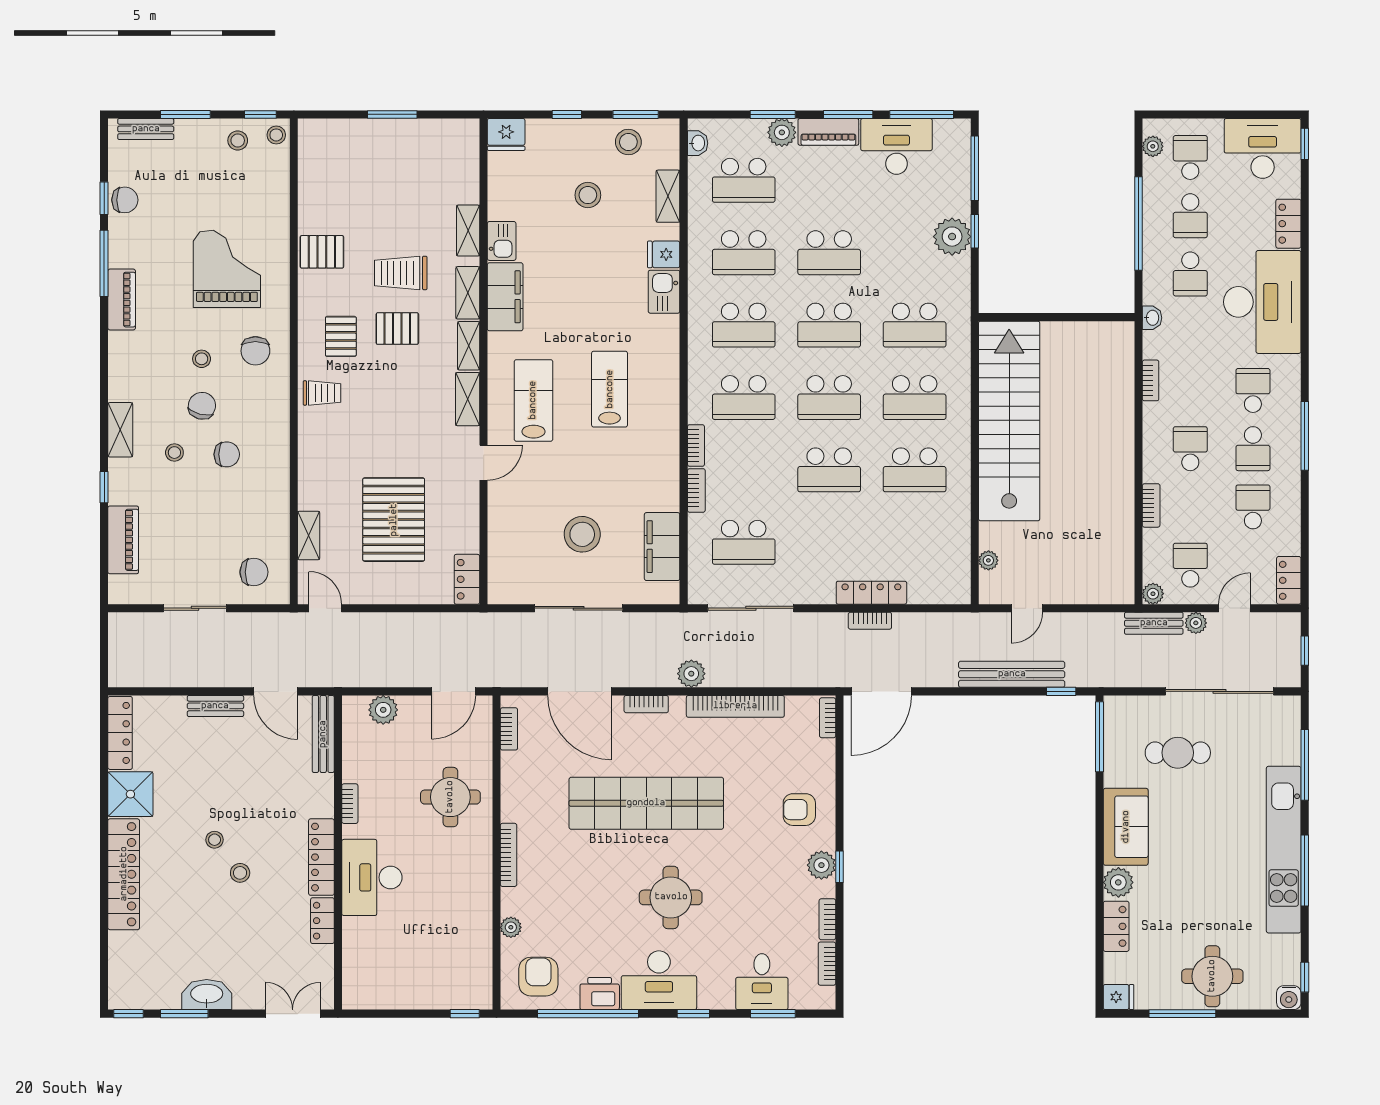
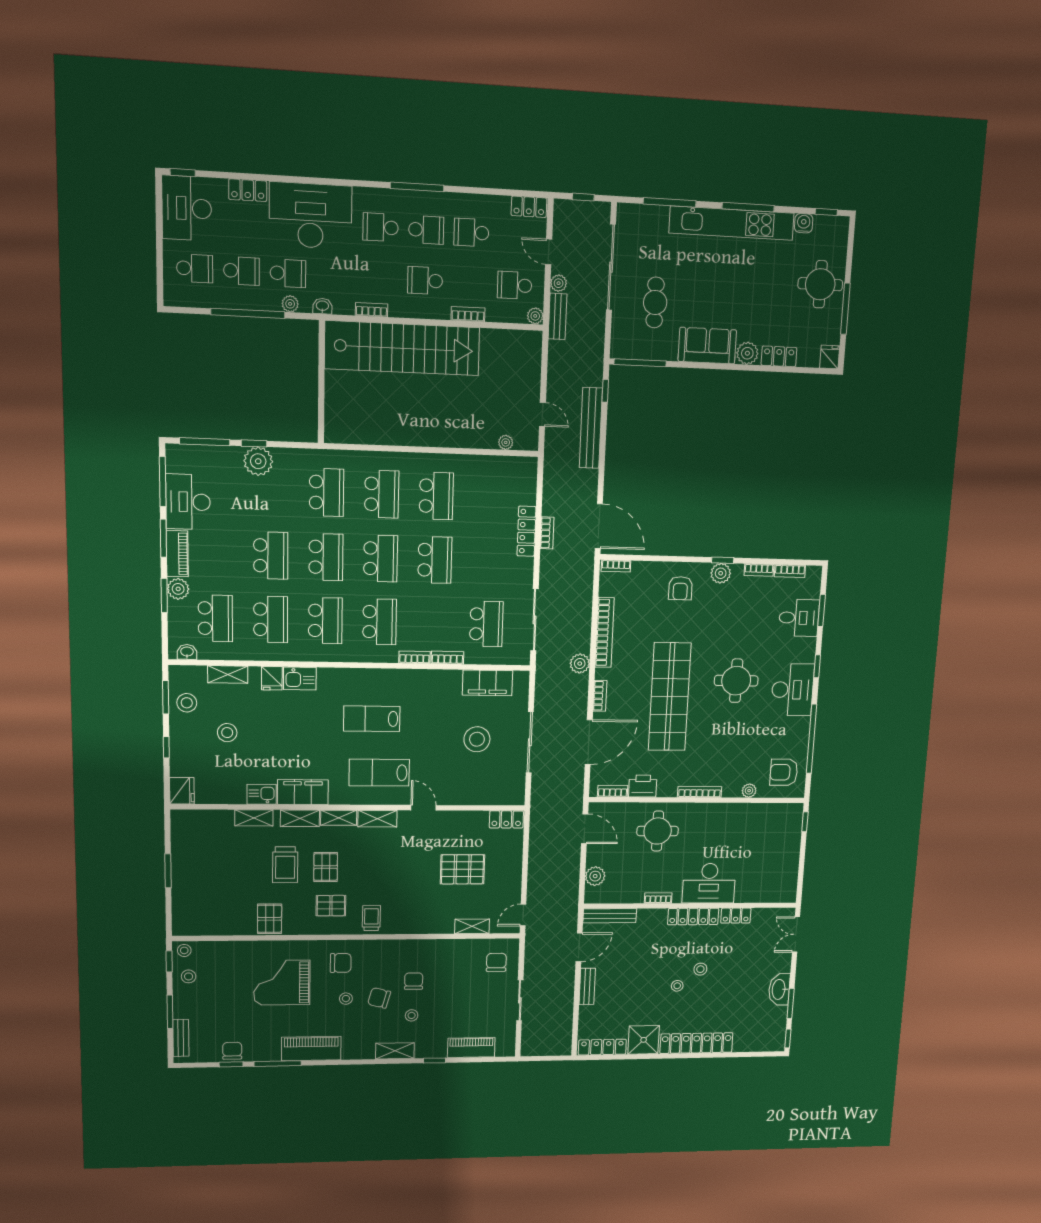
plant: (1153, 146) -> (290, 304), moved
school desk: (1190, 157) -> (195, 268), turned 180
piano: (122, 300) -> (311, 1049), width x1.37, depth x1.33
stairs: (1009, 421) -> (402, 348), moved, turned 180
pallet: (394, 520) -> (462, 869), width x0.73, depth x0.71
printer: (600, 994) -> (643, 786), moved, turned 90
water cooler: (1289, 998) -> (804, 223), moved, turned -90

